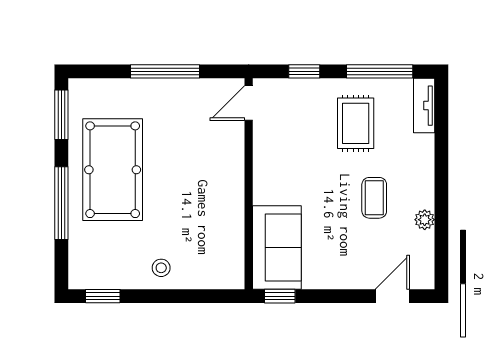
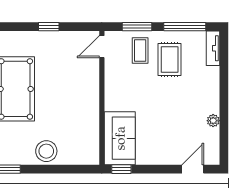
window: (165, 71) -> (49, 27), width x0.46
window: (304, 71) -> (137, 27), width x1.50
coffee table: (374, 198) -> (140, 50), moved
stool: (161, 268) -> (46, 151), width x1.89, depth x1.89

